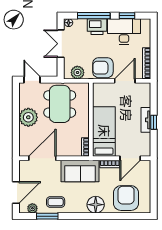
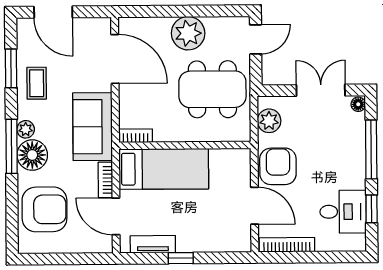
printer: (97, 27) -> (351, 155), removed
desk: (124, 32) -> (343, 212), width x0.73
tv unit: (146, 120) -> (153, 244), moved
plant: (32, 208) -> (26, 129), moved
window: (91, 216) -> (12, 146), added

